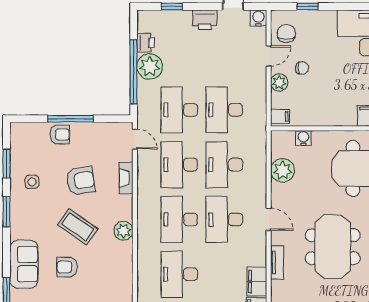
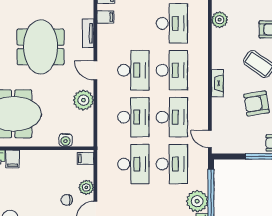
plant: (283, 170) -> (83, 100), moved
fireplace: (126, 178) -> (217, 83), moved
plant: (123, 231) -> (220, 20), moved
filing cabinet: (257, 282) -> (105, 17), width x0.50

